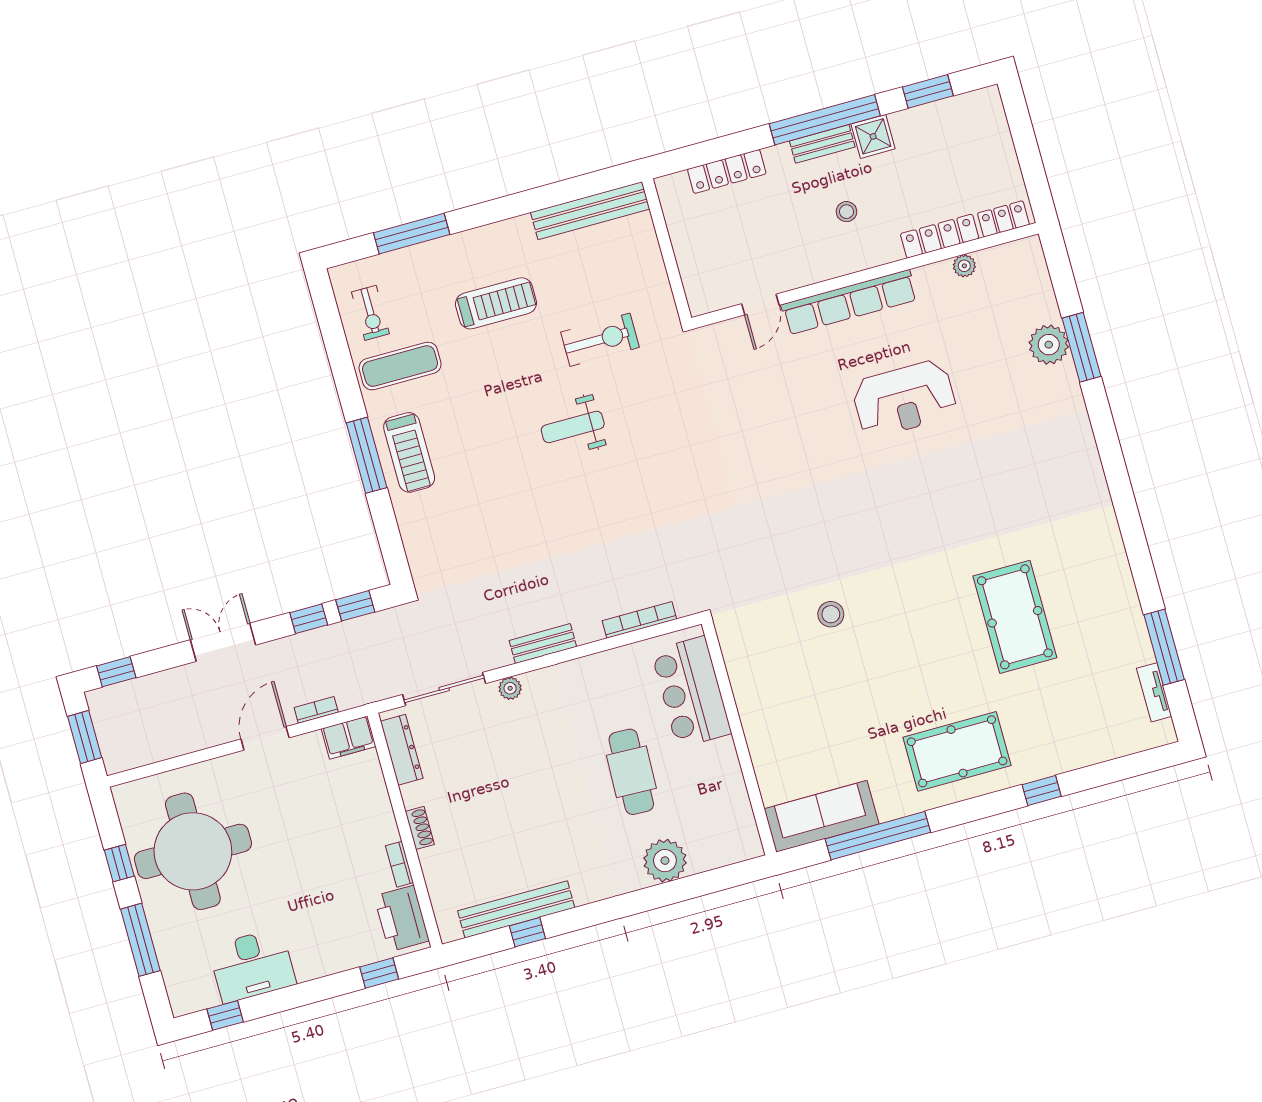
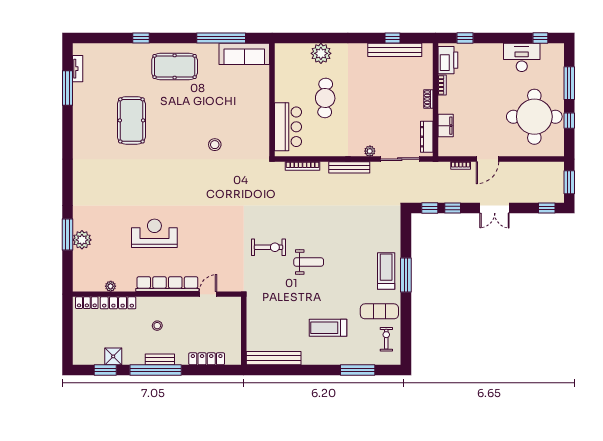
shower: (873, 136) -> (113, 356), moved
exercise bike: (600, 340) -> (268, 247), moved, turned 180
bench: (543, 644) -> (349, 167), width x1.36
filing cabinet: (349, 738) -> (446, 126), moved, turned 90

